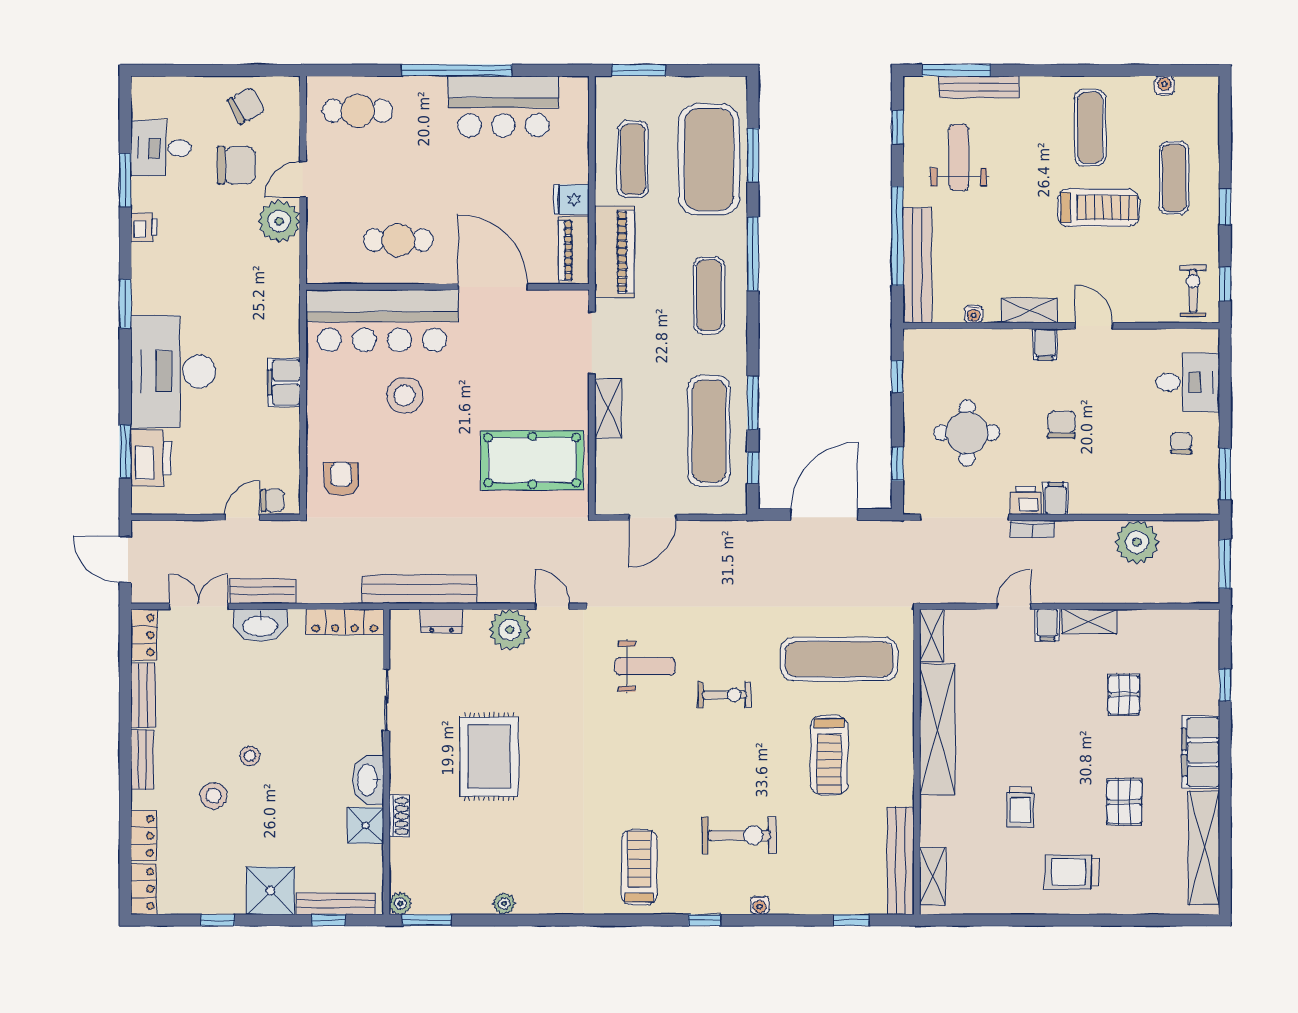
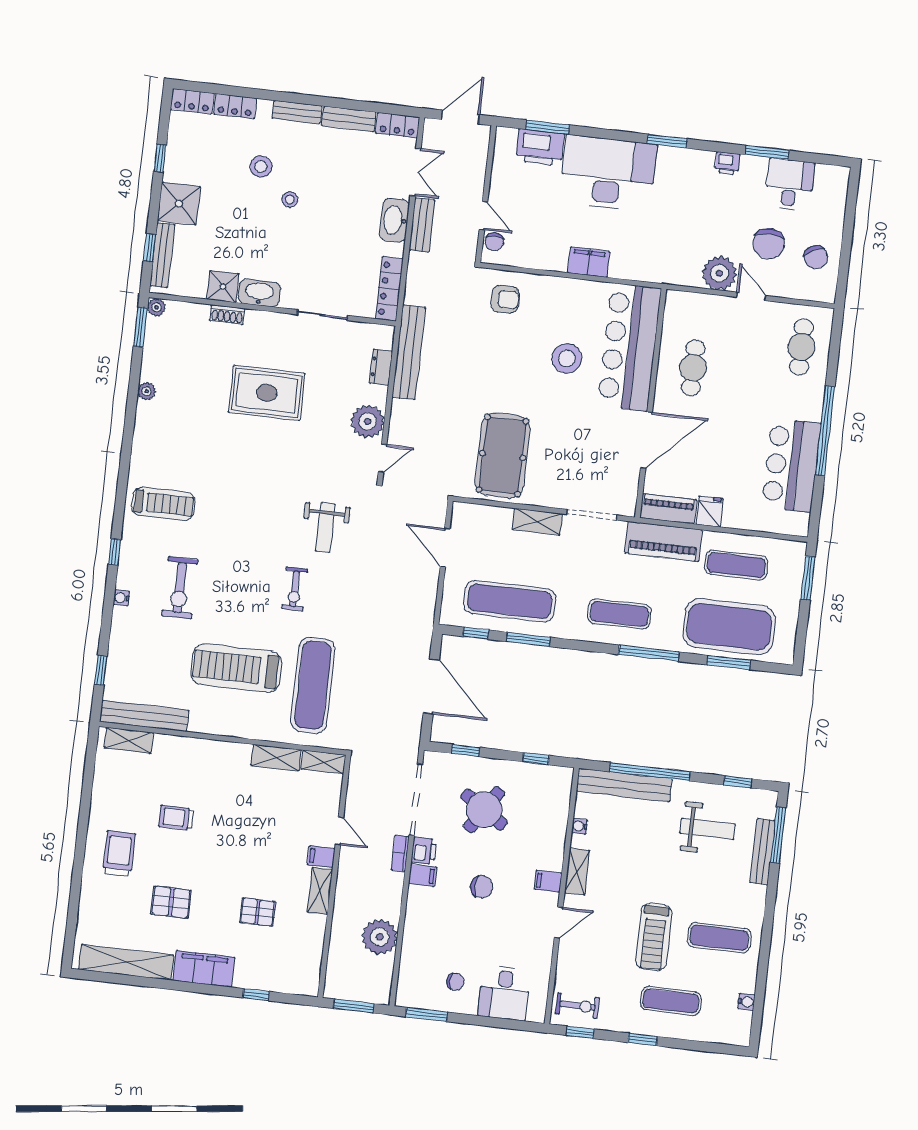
round table: (967, 433) -> (484, 810), turned 33
shelving: (937, 729) -> (276, 758), width x0.45, depth x0.75
treadmill: (829, 755) -> (236, 668), width x1.37, depth x1.38

